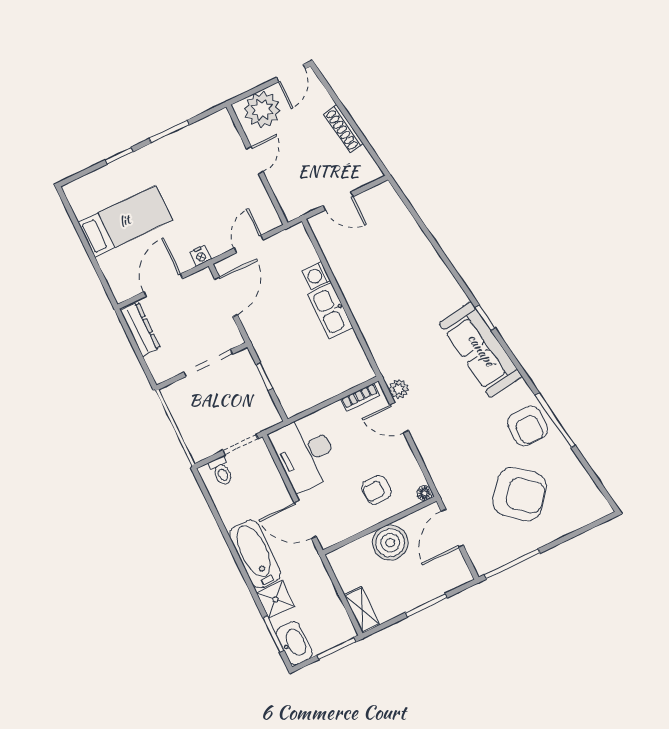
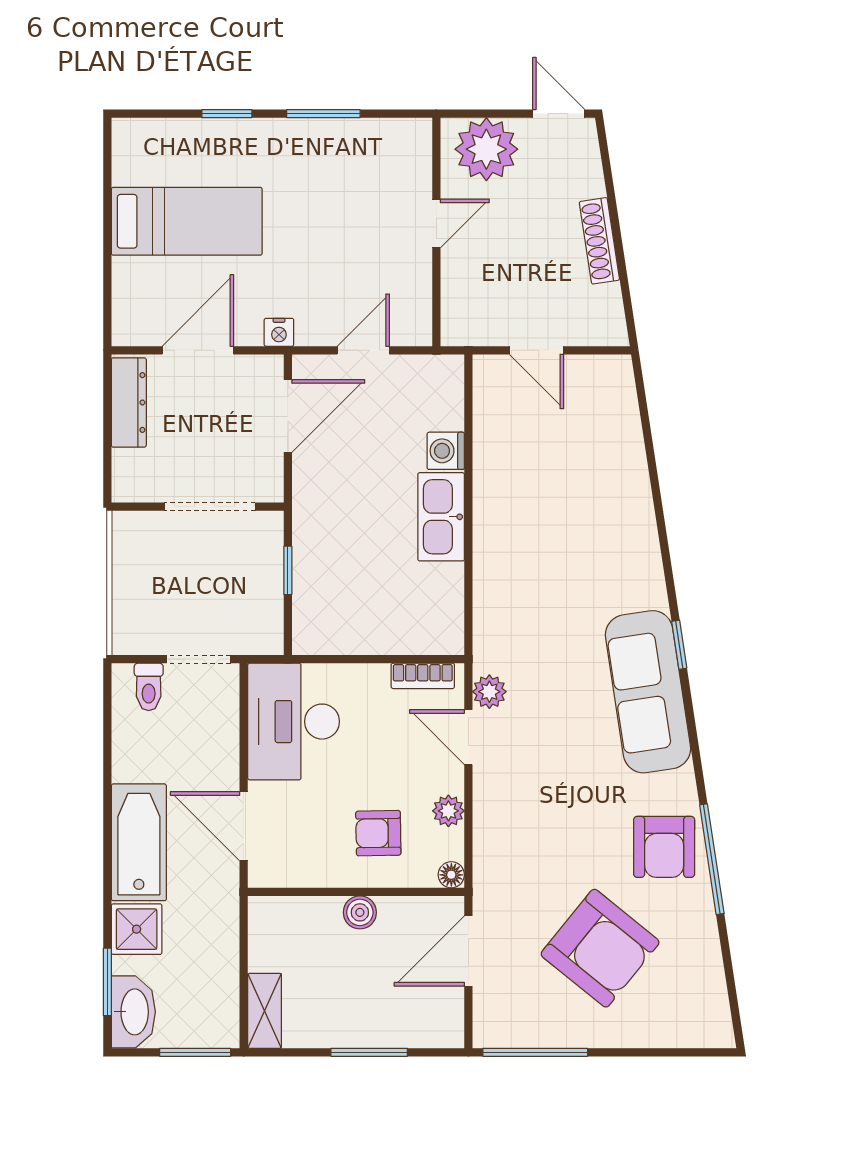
door: (291, 73) -> (559, 114), swing flipped
plant: (407, 461) -> (448, 811), added
boiler: (390, 543) -> (360, 912), width x0.54, depth x0.54

